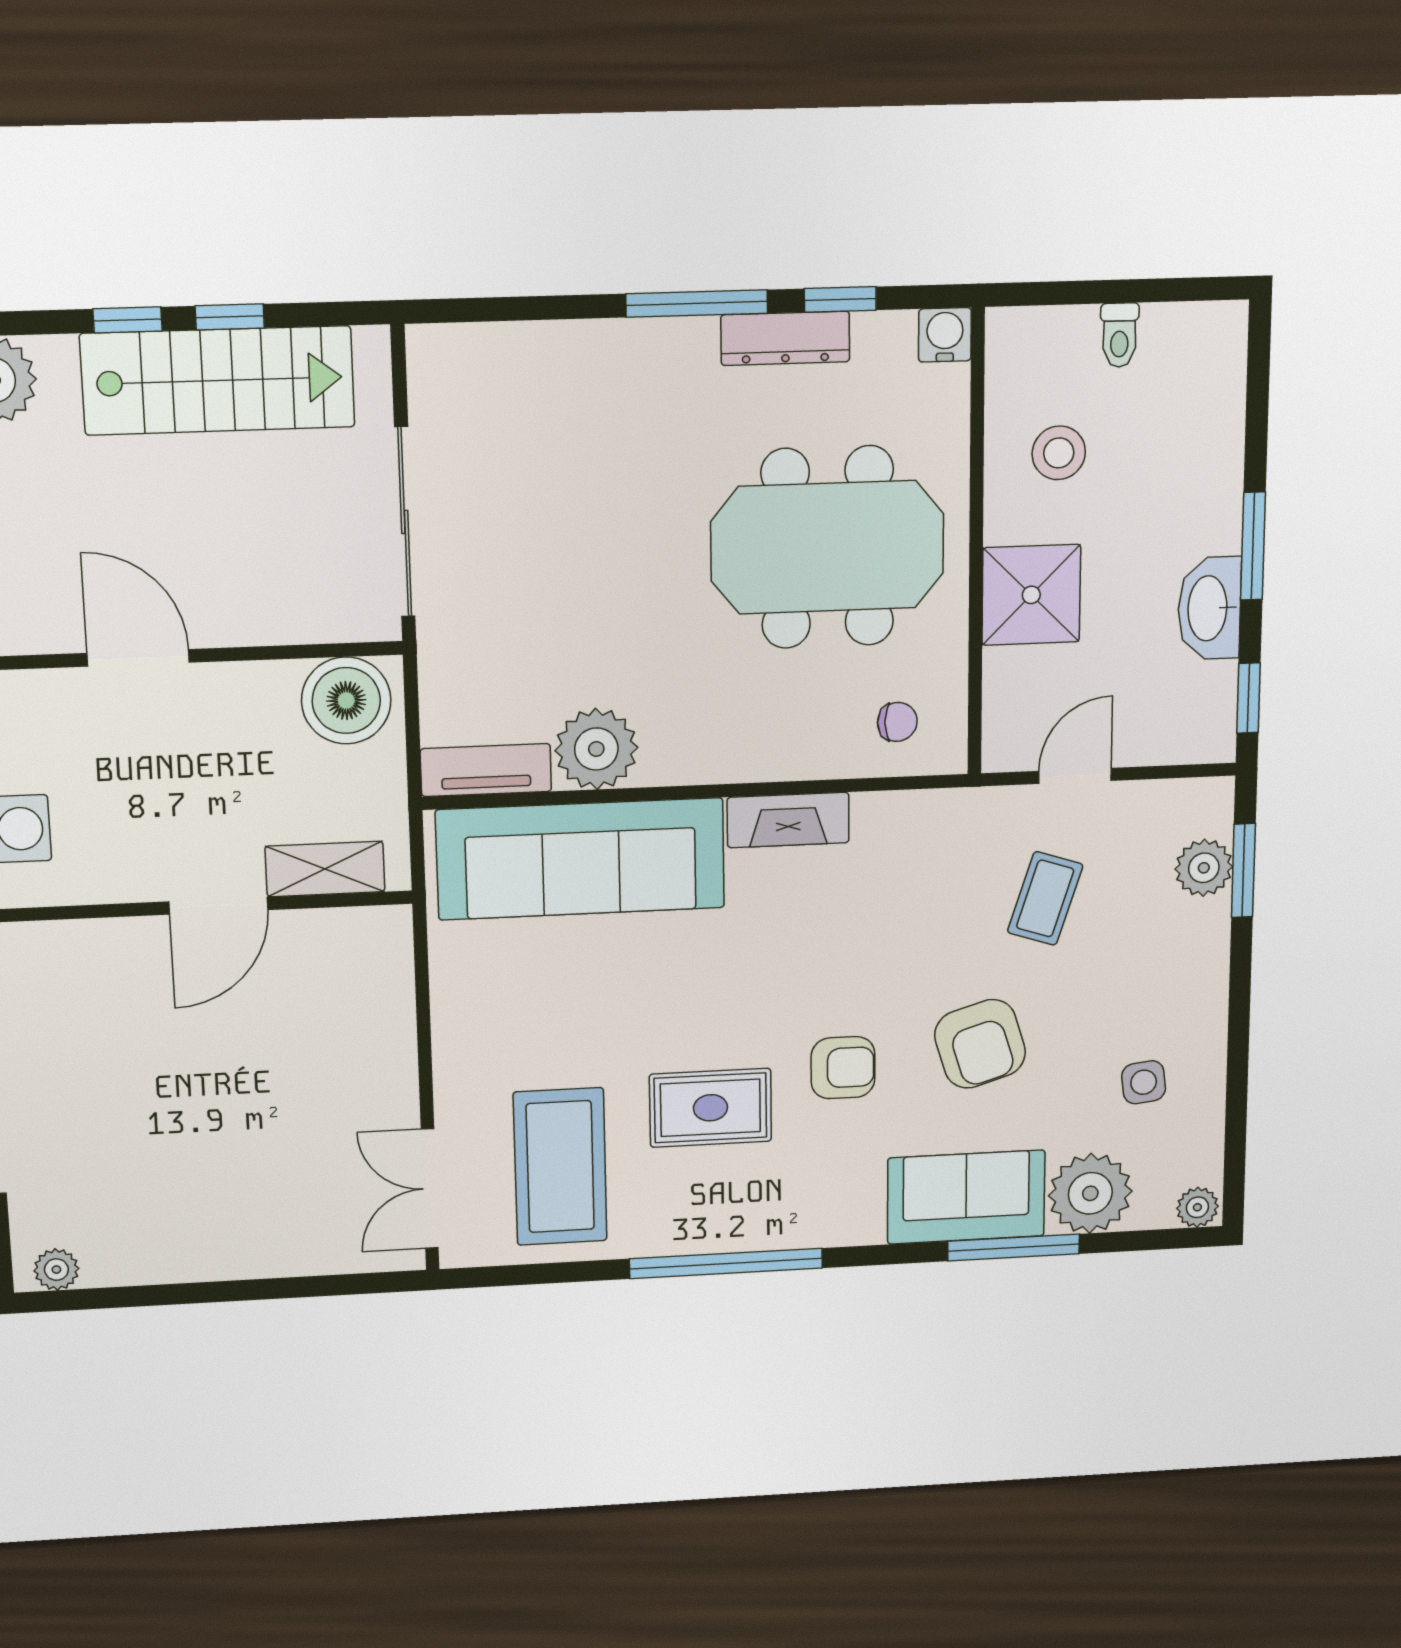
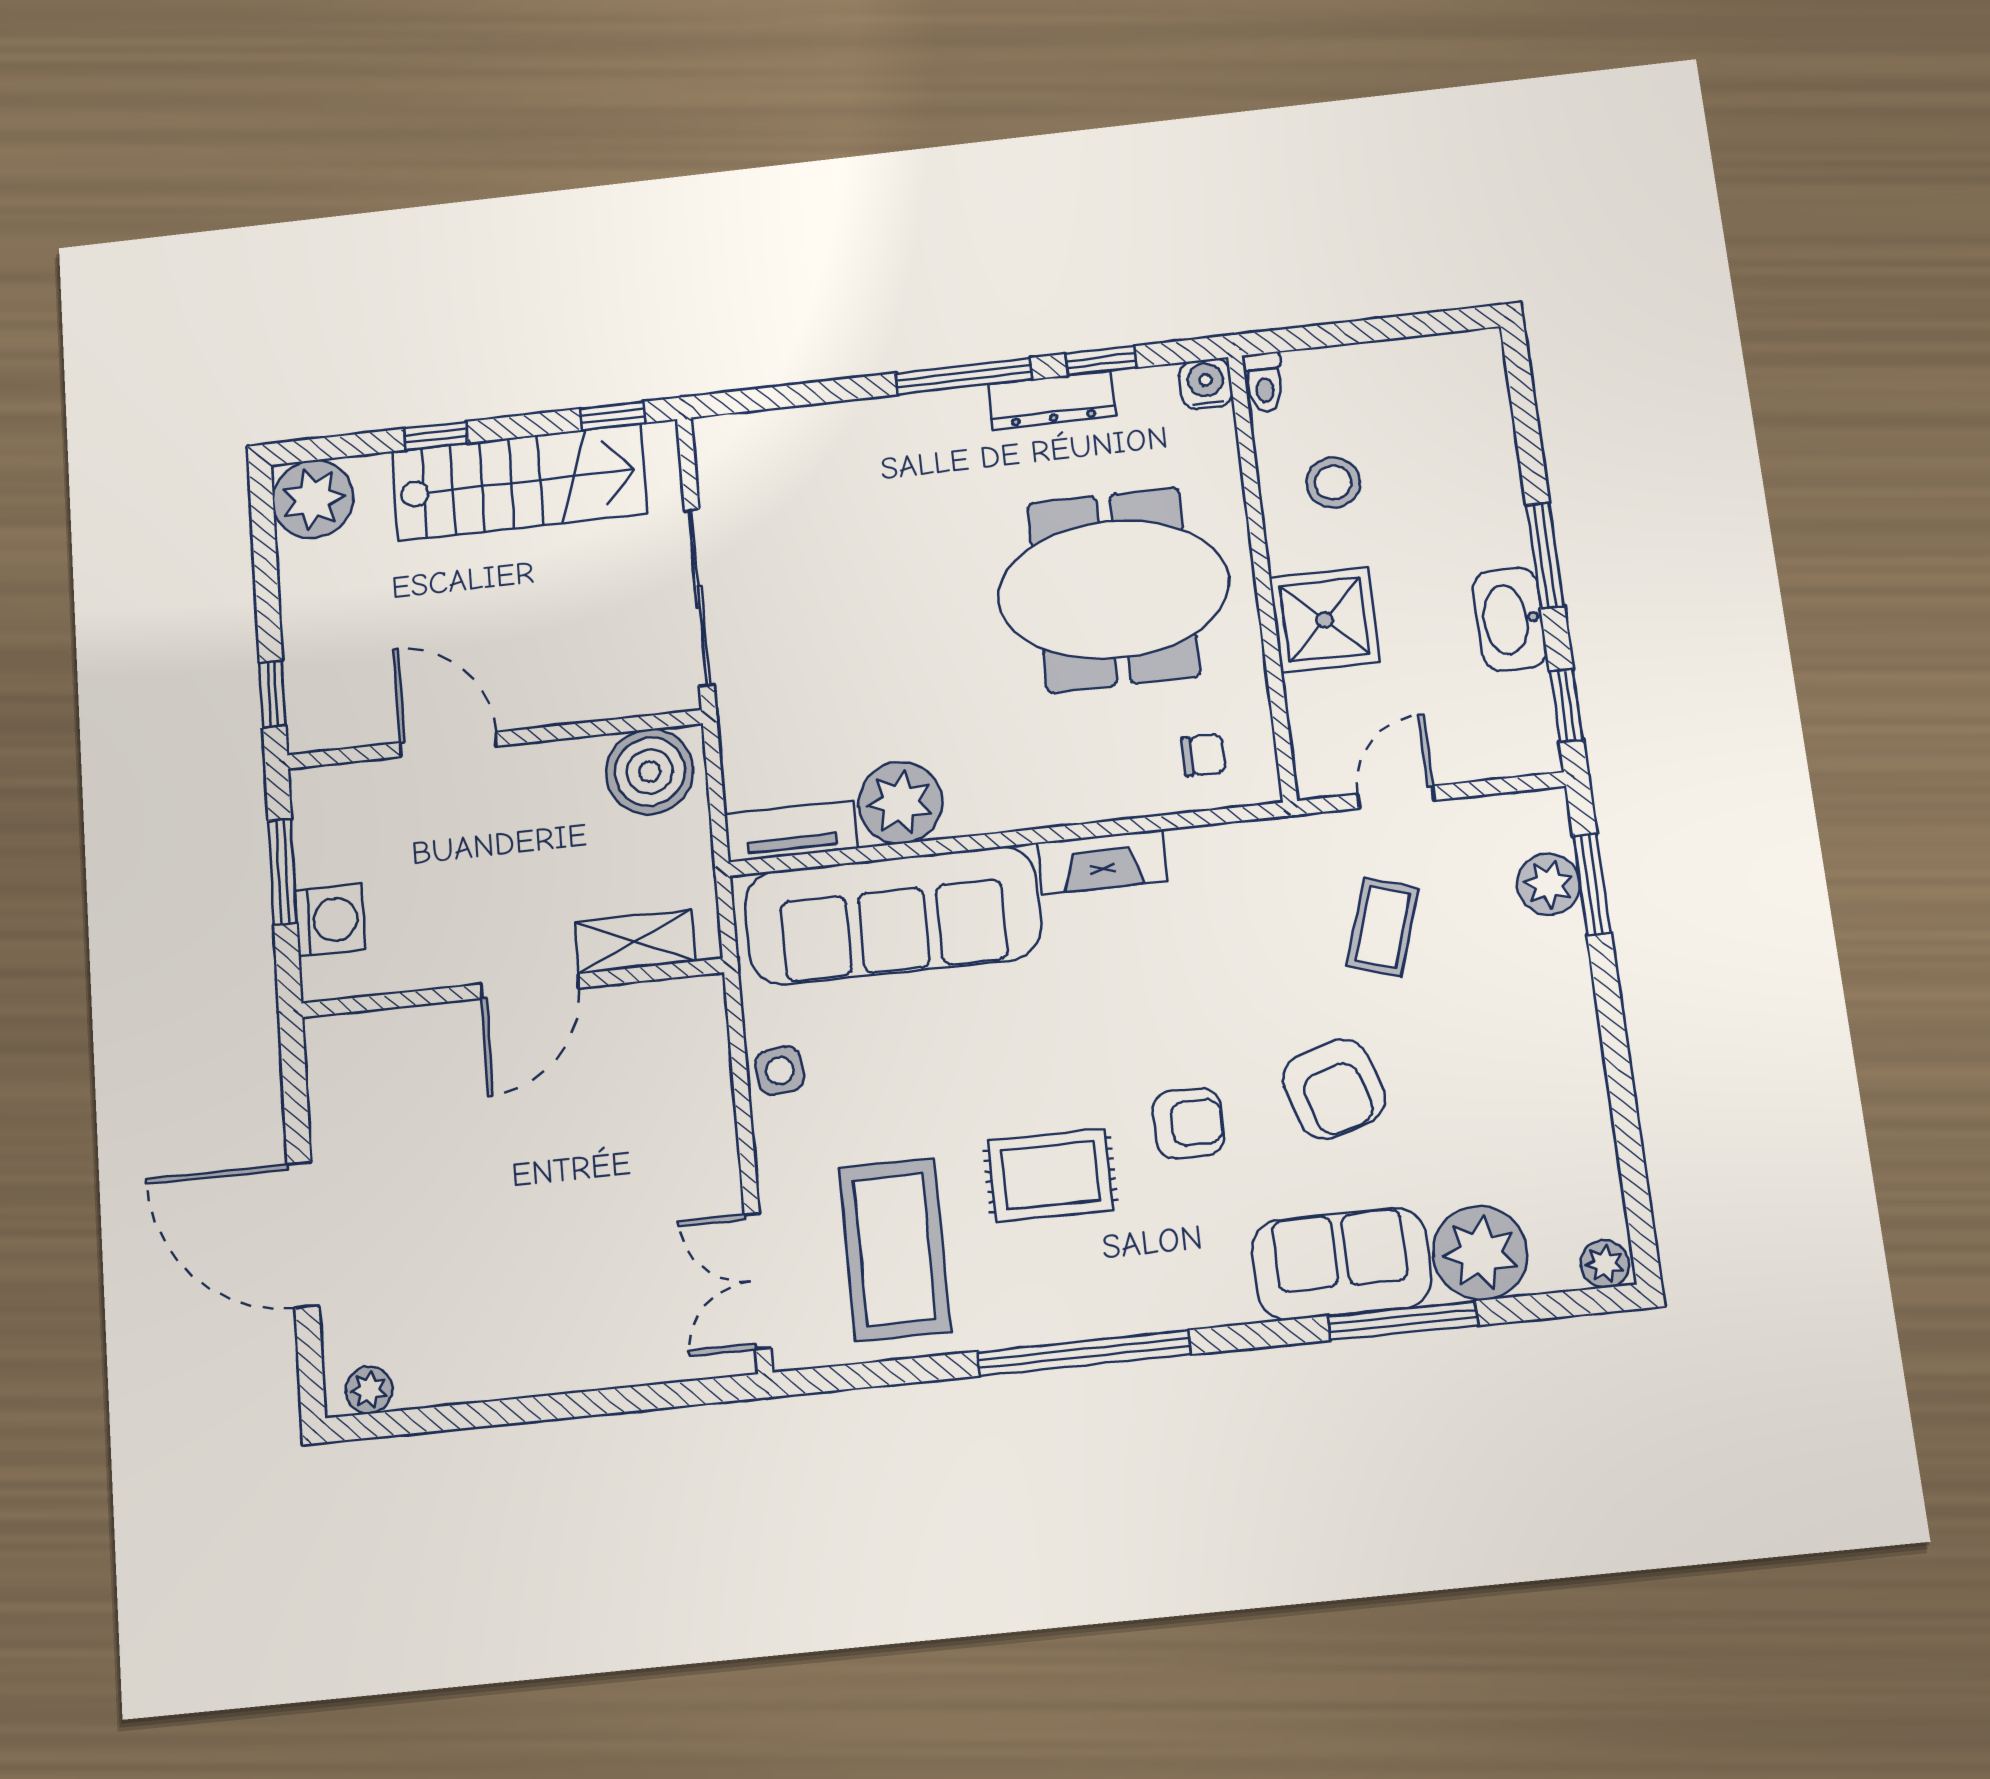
window: (230, 317) -> (613, 416), moved
toilet: (1119, 335) -> (1264, 382), moved
side table: (1144, 1082) -> (780, 1071), moved

